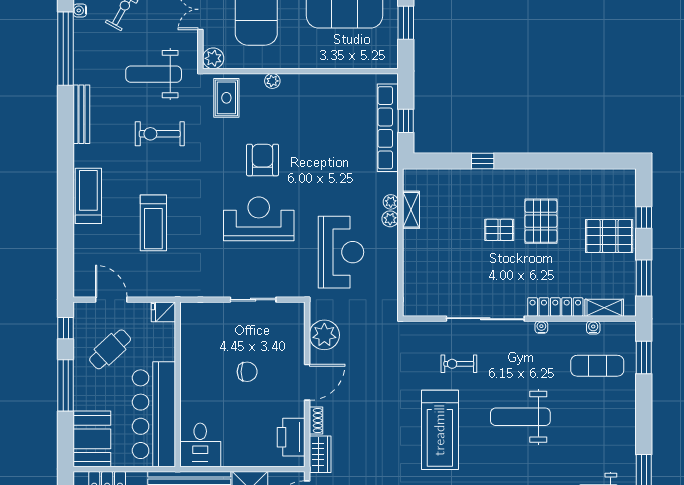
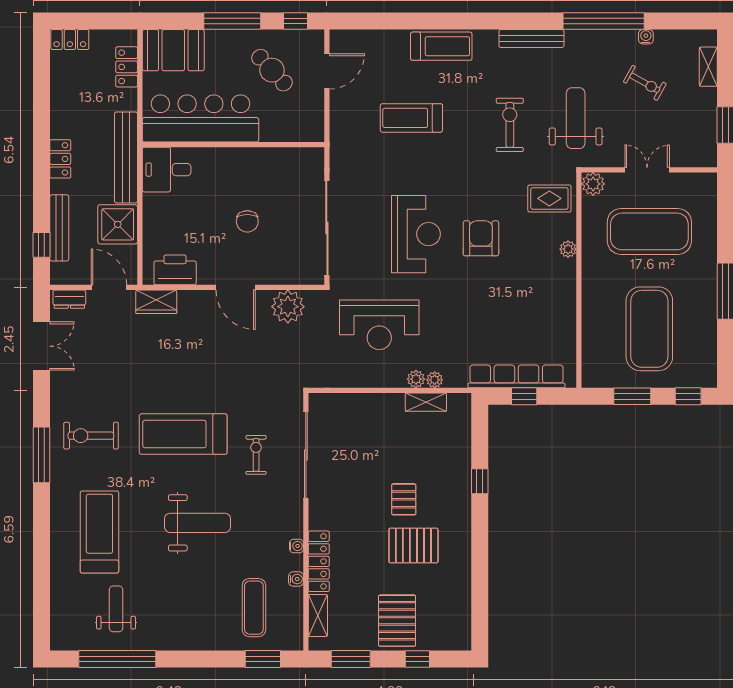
armchair: (263, 160) -> (481, 238), turned -90
sliding door: (253, 300) -> (327, 228), width x1.86
fridge: (163, 312) -> (313, 129), removed
sliding door: (485, 319) -> (306, 455), moved
water cooler: (593, 328) -> (296, 579), moved
weight bench: (520, 417) -> (198, 523), turned 90
shoe rack: (316, 421) -> (193, 297), removed

